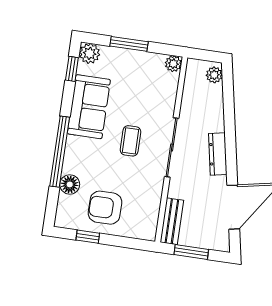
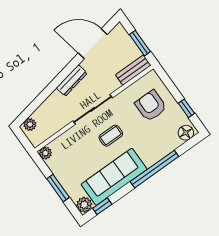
sofa: (89, 107) -> (114, 177), width x1.36
floor lamp: (70, 184) -> (186, 133), moved
armchair: (105, 208) -> (151, 106), moved, turned 180

